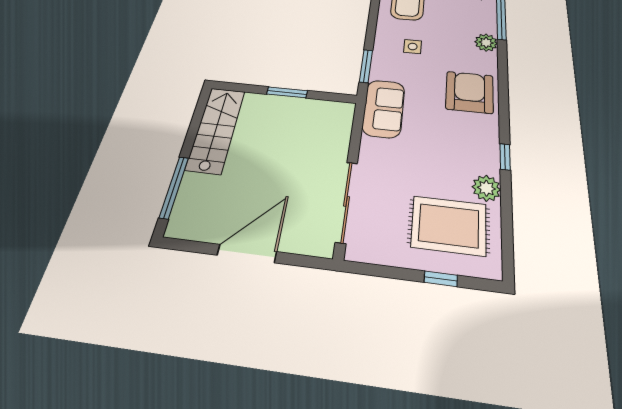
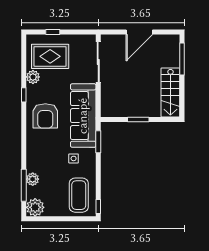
plant: (486, 43) -> (33, 179), moved
armchair: (470, 92) -> (45, 116), moved
sofa: (384, 108) -> (83, 116), width x1.85, depth x1.27

